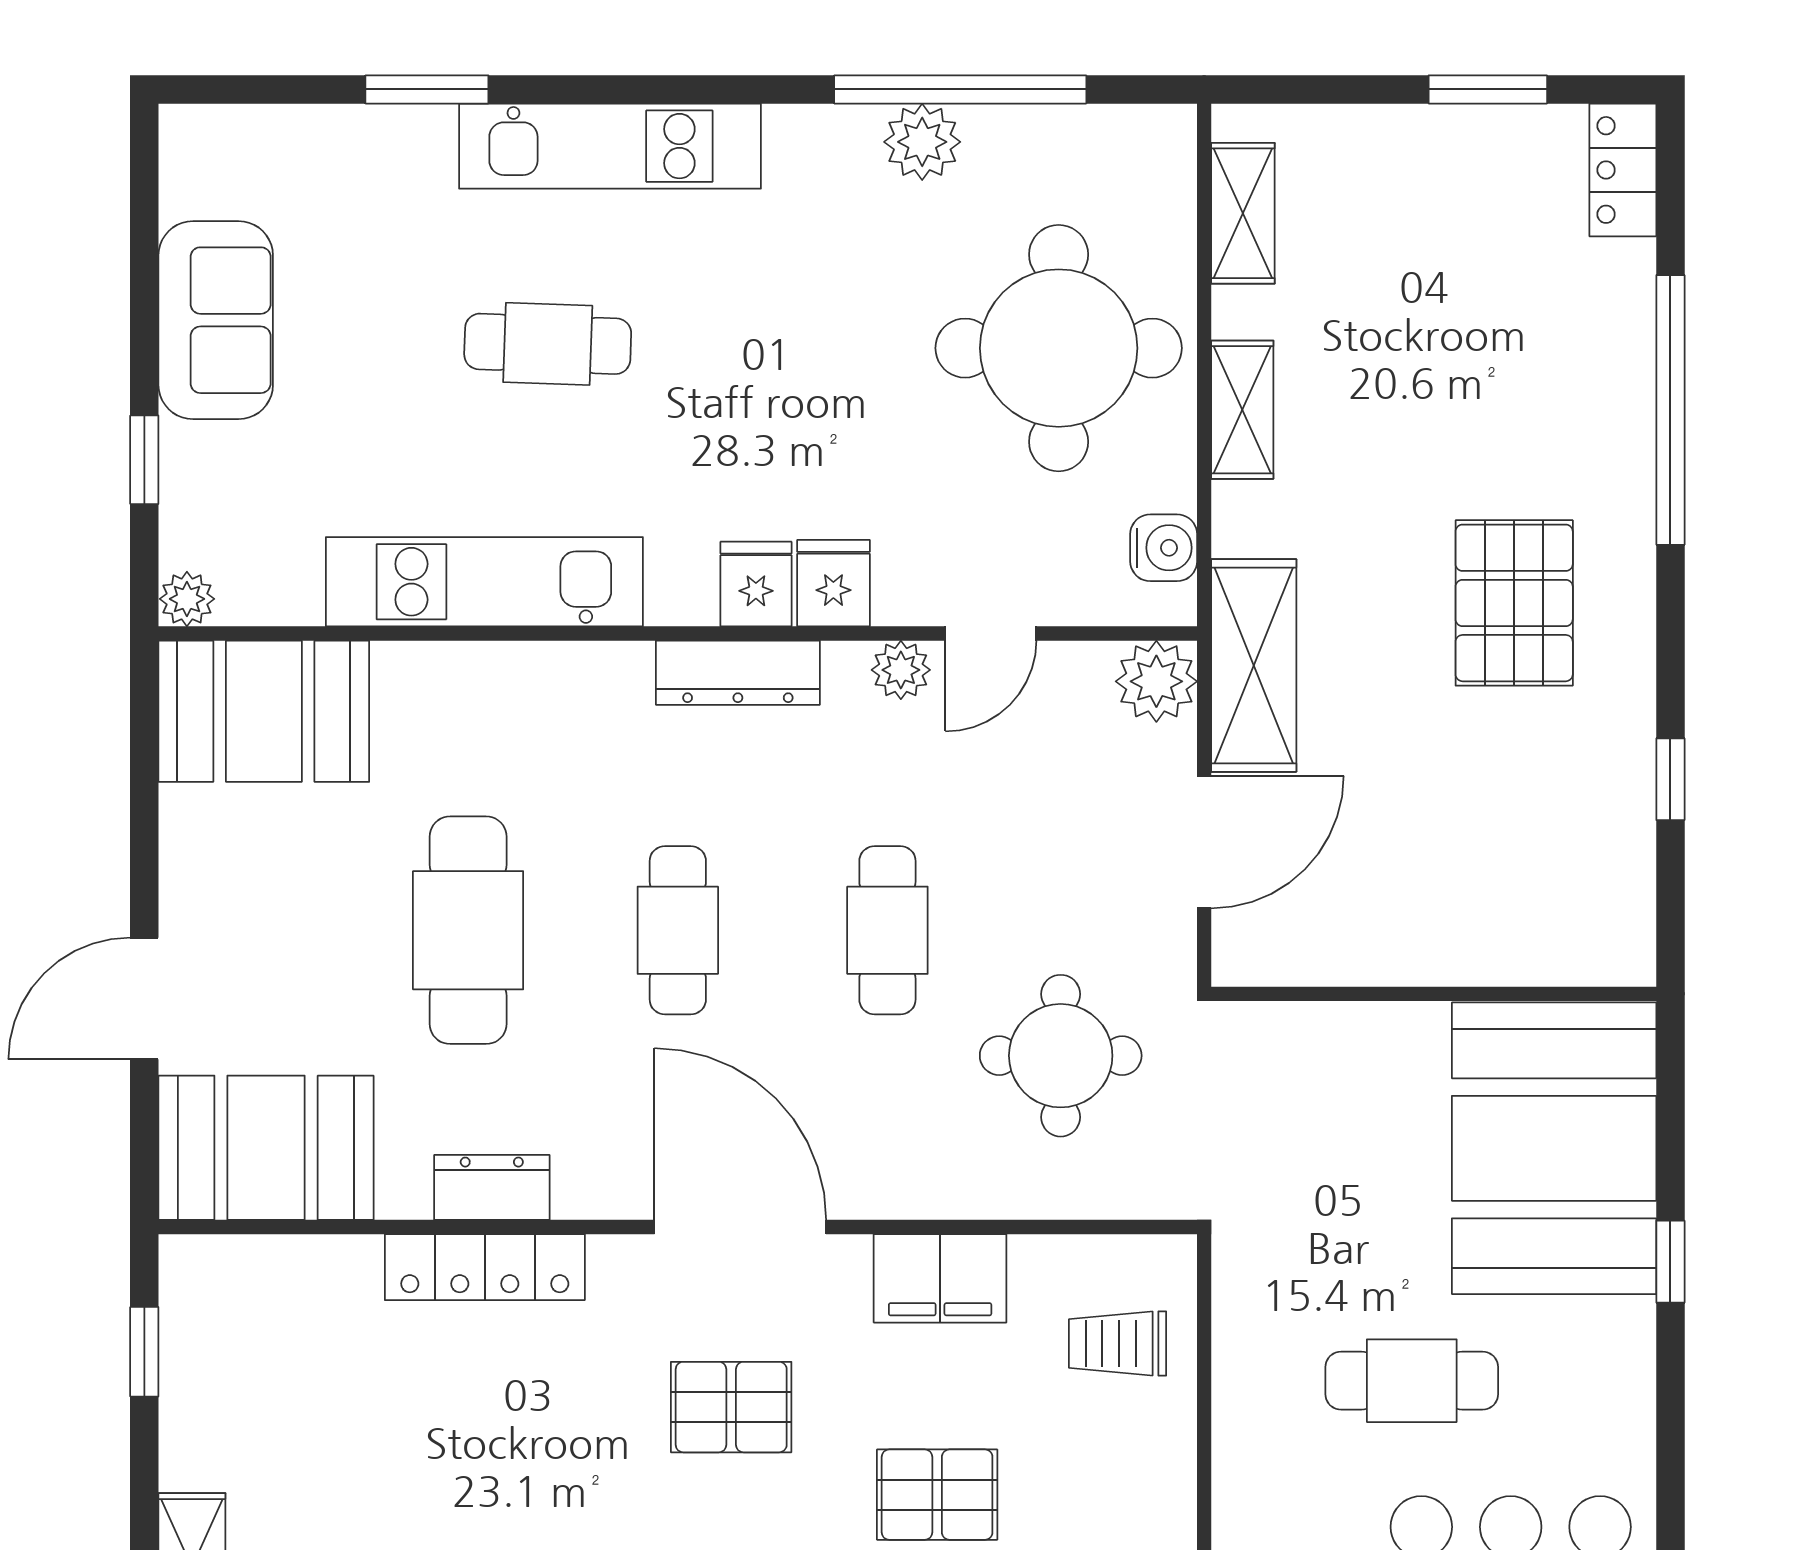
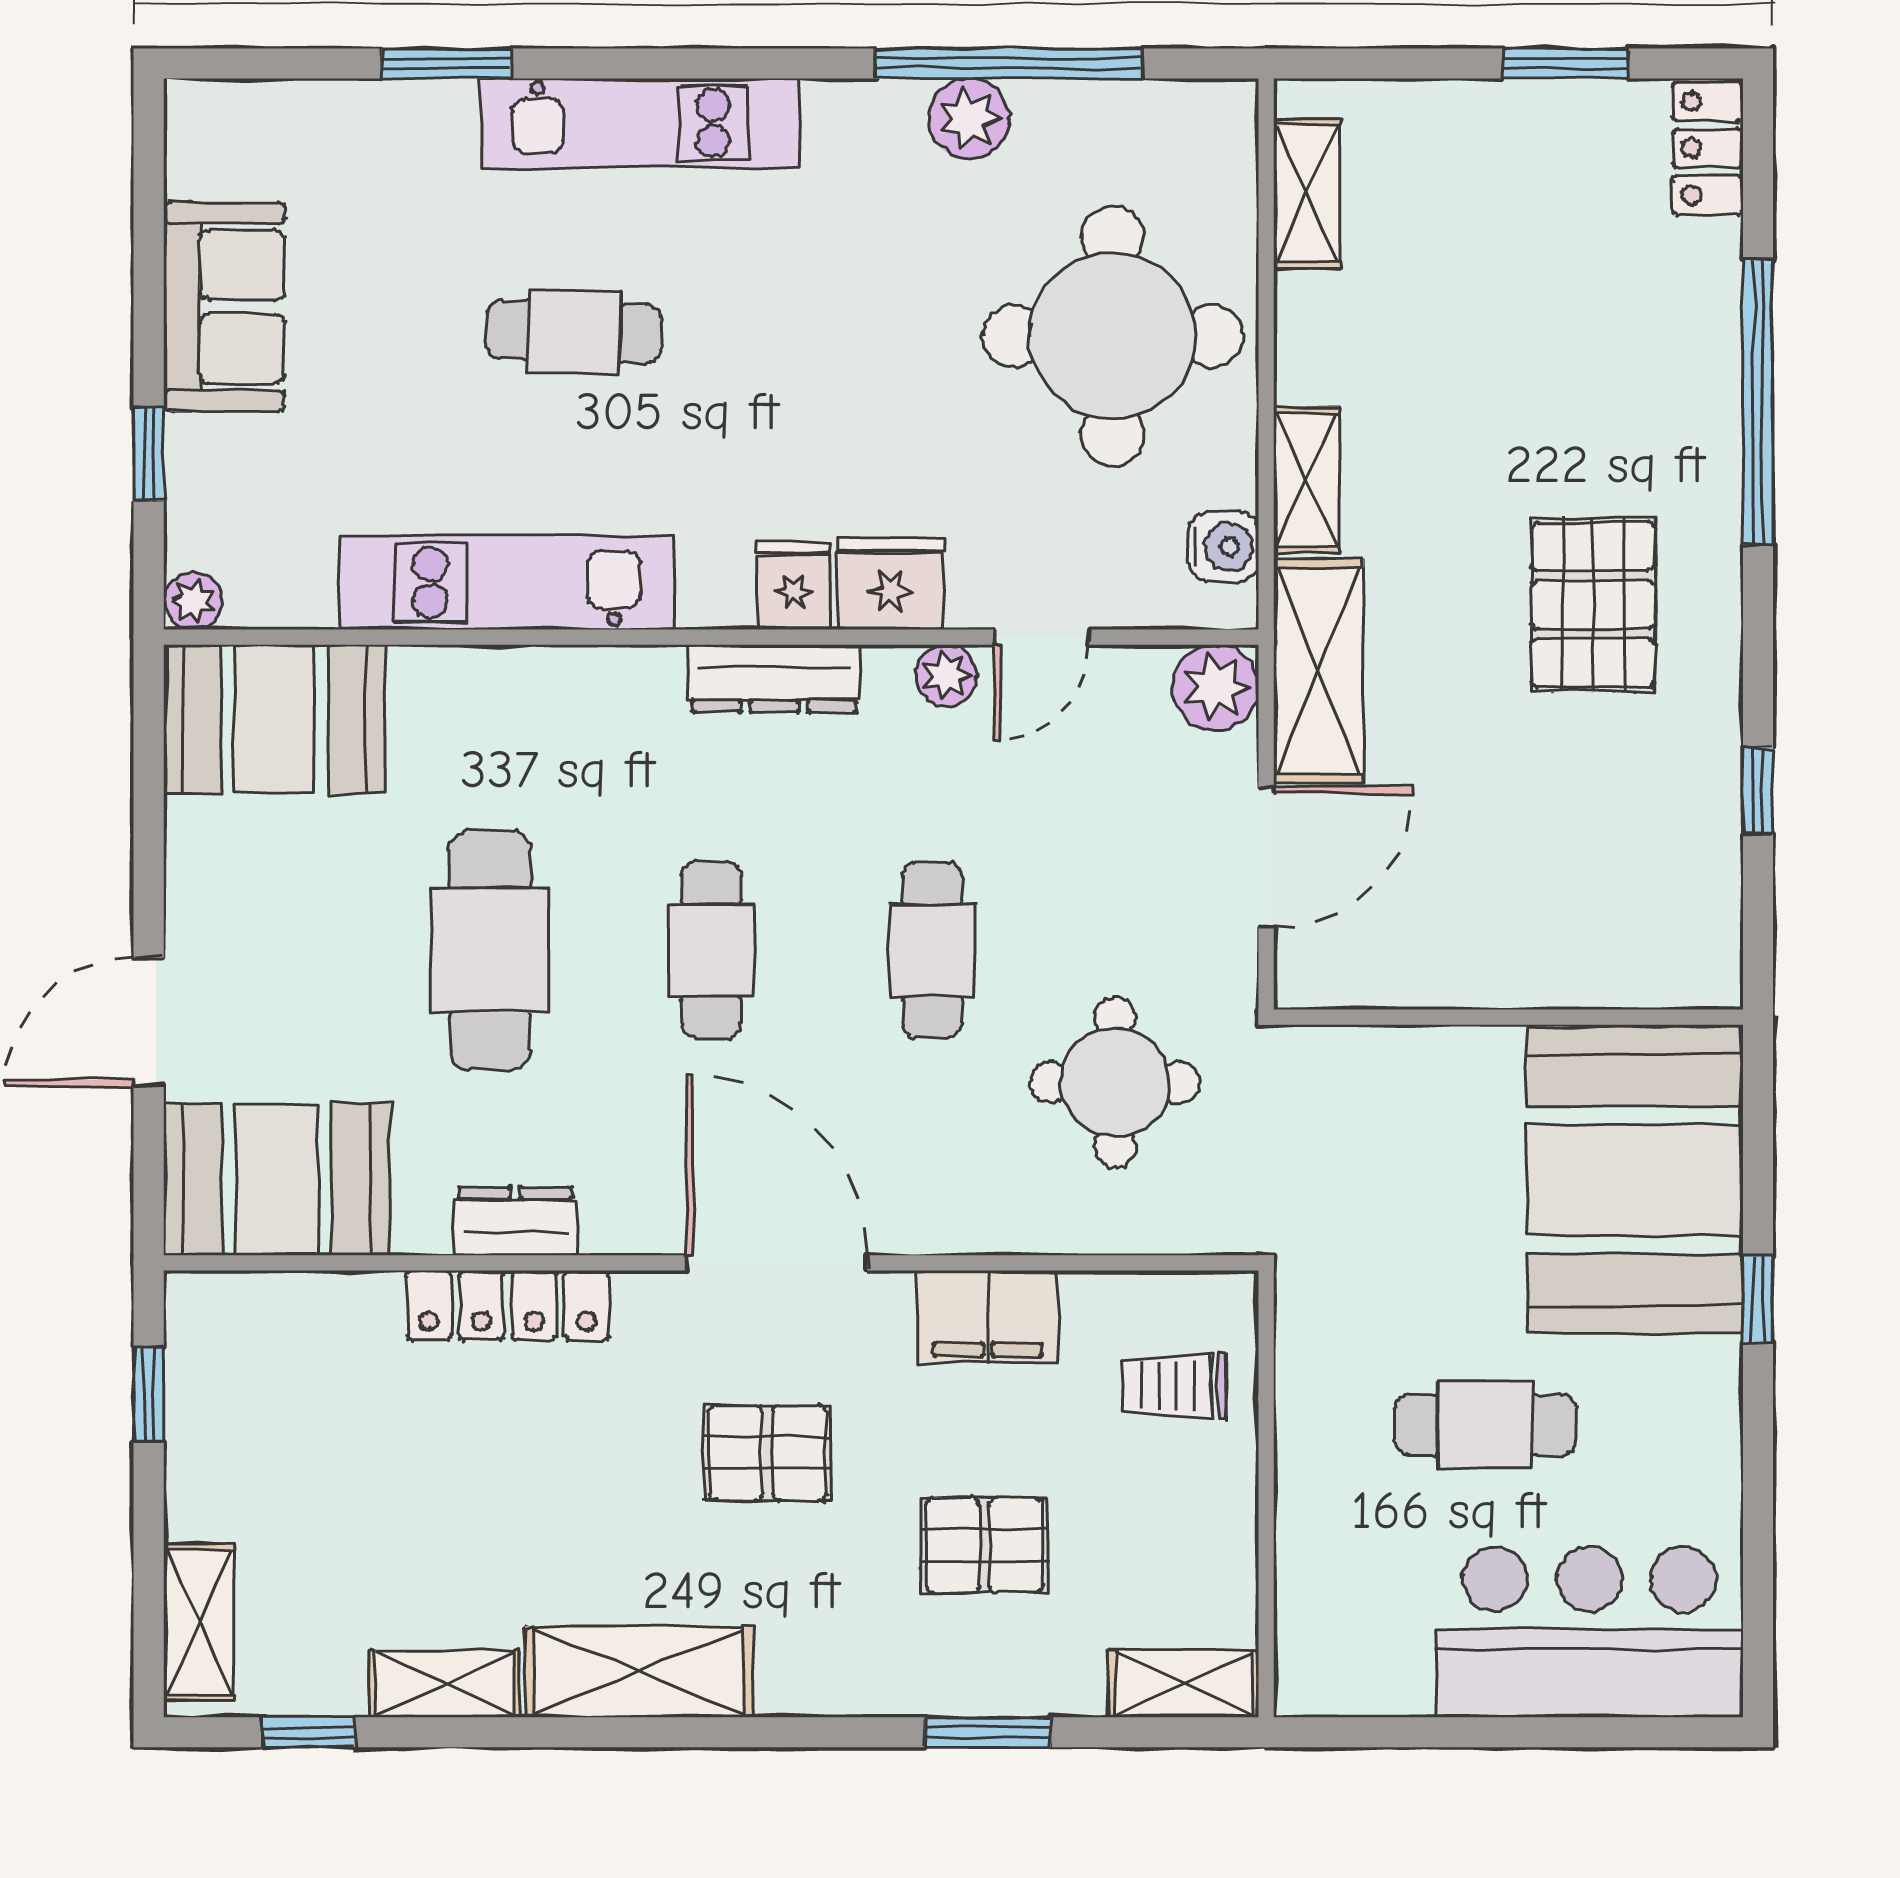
shelving: (1242, 410) -> (1306, 480), moved
fridge: (833, 583) -> (890, 584), width x1.38

